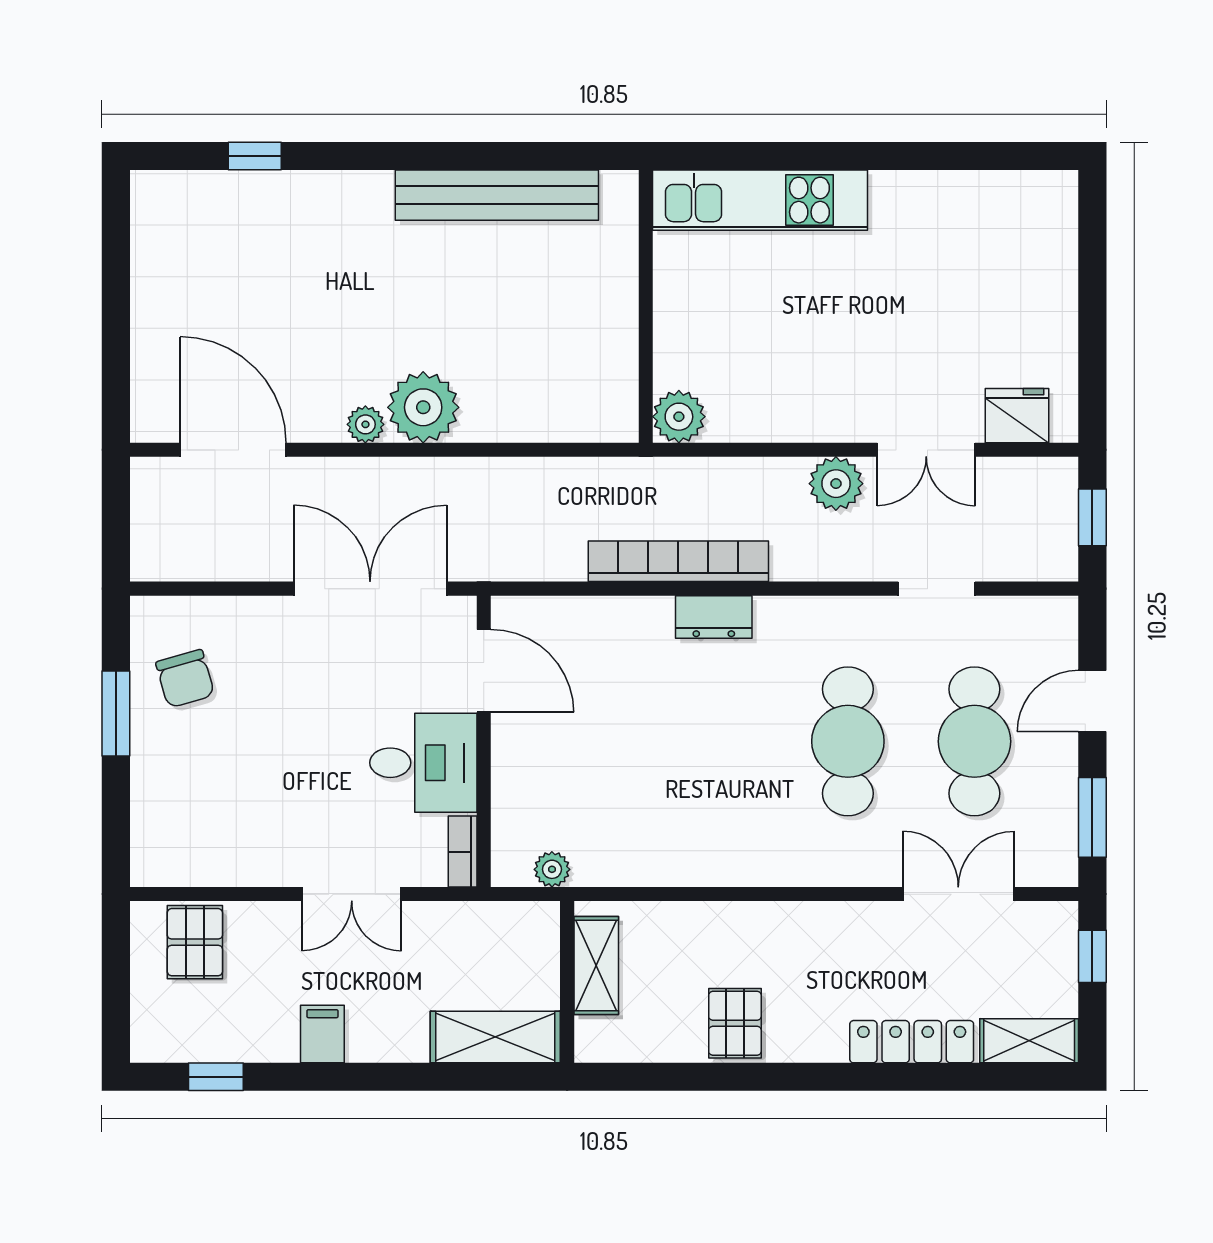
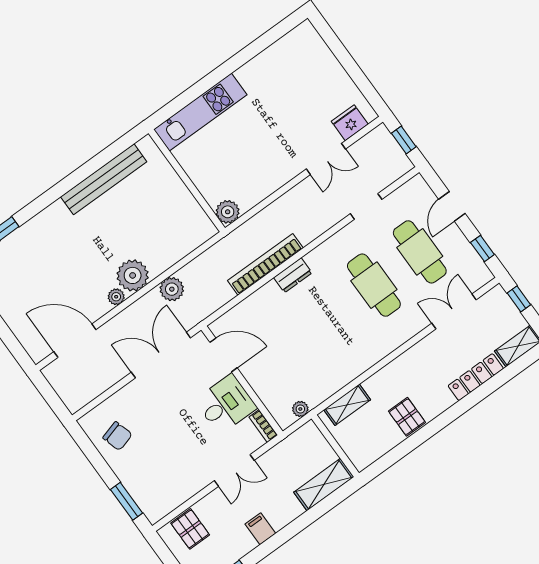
plant: (836, 484) -> (172, 289), moved
window: (116, 714) -> (126, 501), moved
window: (1092, 817) -> (482, 249), width x0.67
shelving: (596, 965) -> (347, 405), moved, turned 90

